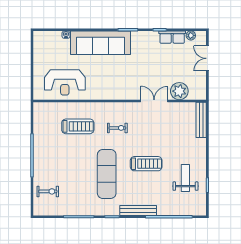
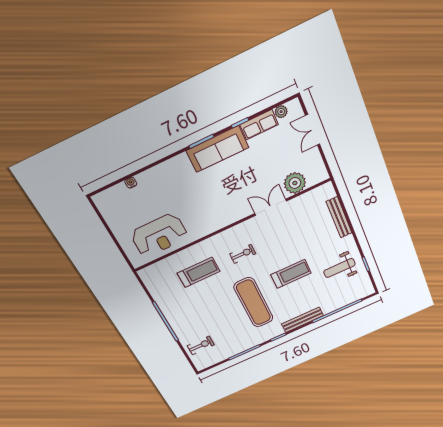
sofa: (101, 43) -> (217, 149), moved, width x0.74, depth x0.79
bench: (201, 120) -> (339, 217), moved
weight bench: (185, 178) -> (339, 268), turned -90

